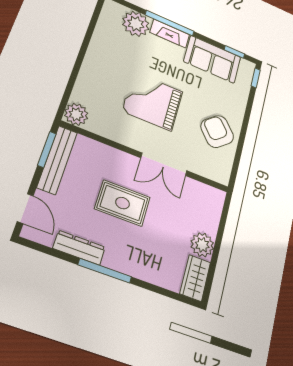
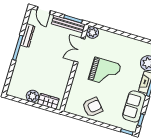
grand piano: (153, 101) -> (105, 72), turned 90
double door: (164, 164) -> (80, 50), moved
rug: (123, 203) -> (50, 56), removed
door: (25, 209) -> (44, 10), hinge flipped
wardrobe: (195, 278) -> (48, 101), moved

